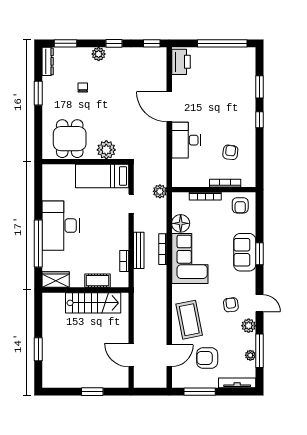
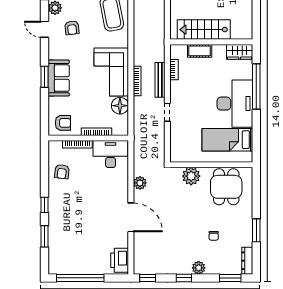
desk: (186, 140) -> (111, 154), moved, turned -90
armchair: (230, 152) -> (62, 172), moved
bed: (102, 176) -> (227, 140), moved, turned 180
plant: (160, 191) -> (140, 183), moved
doorway: (131, 204) -> (167, 112), moved
armchair: (240, 205) -> (63, 123), turned 90

